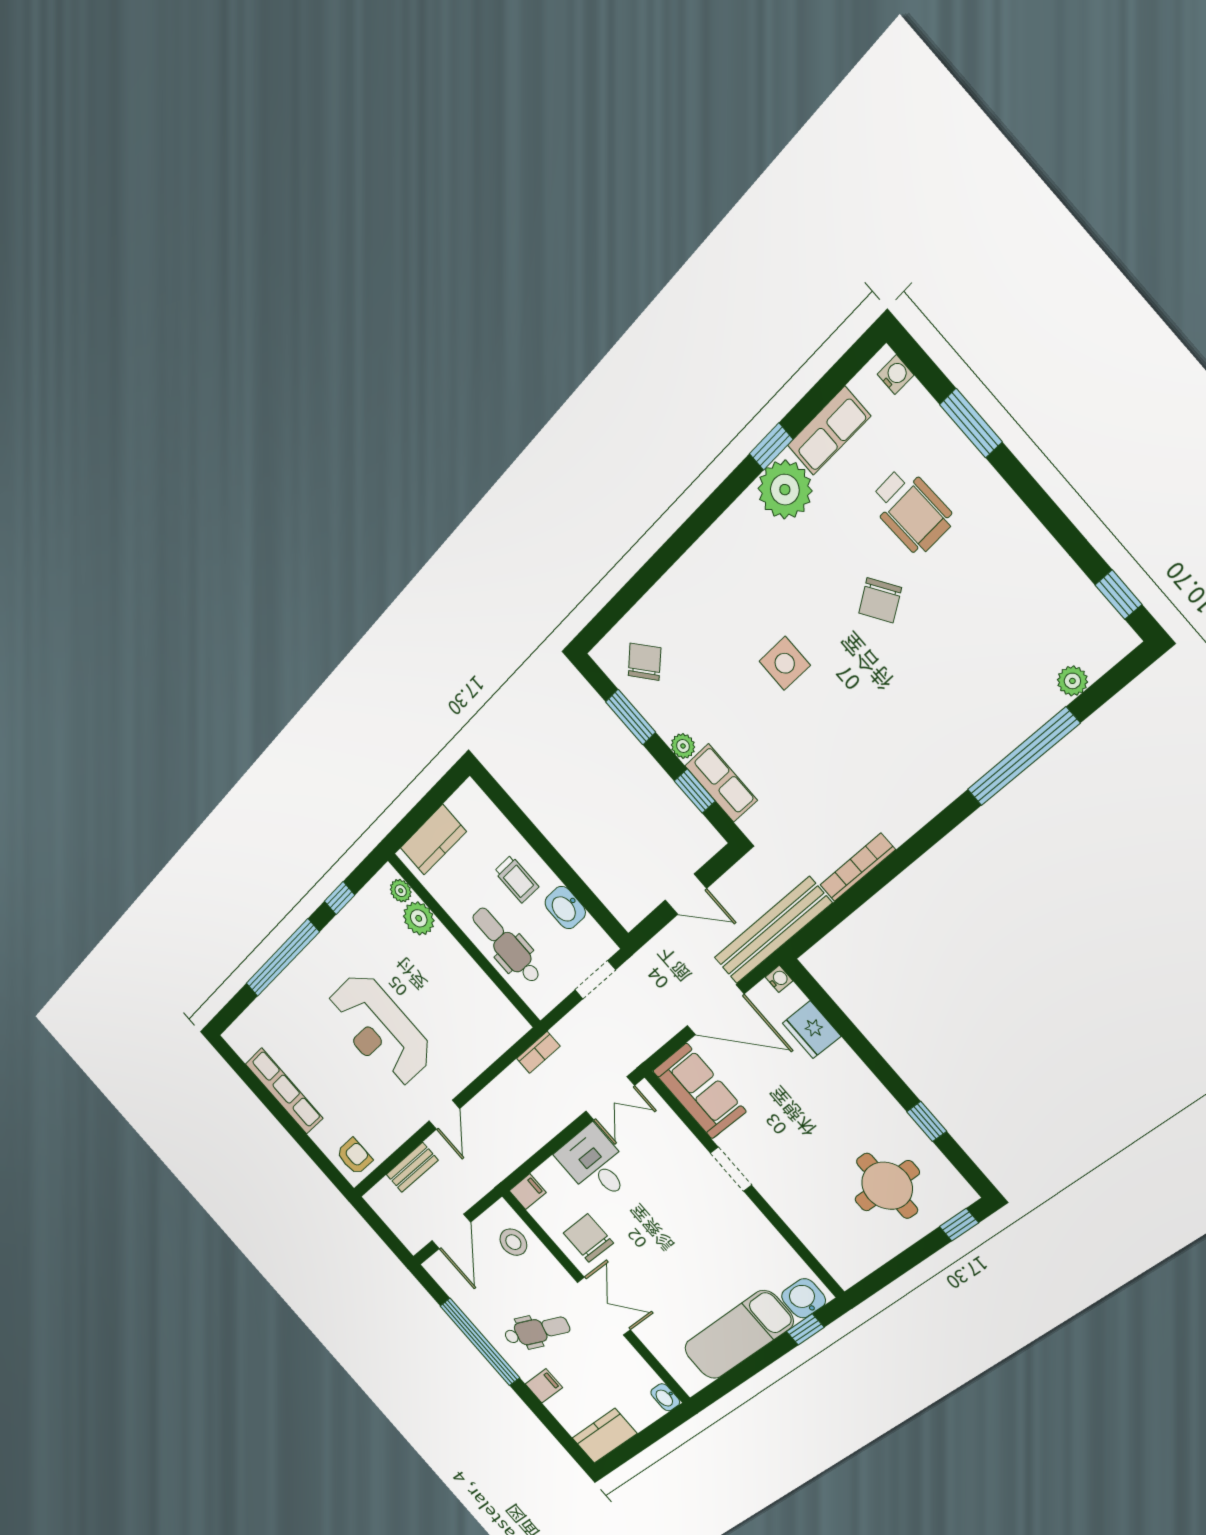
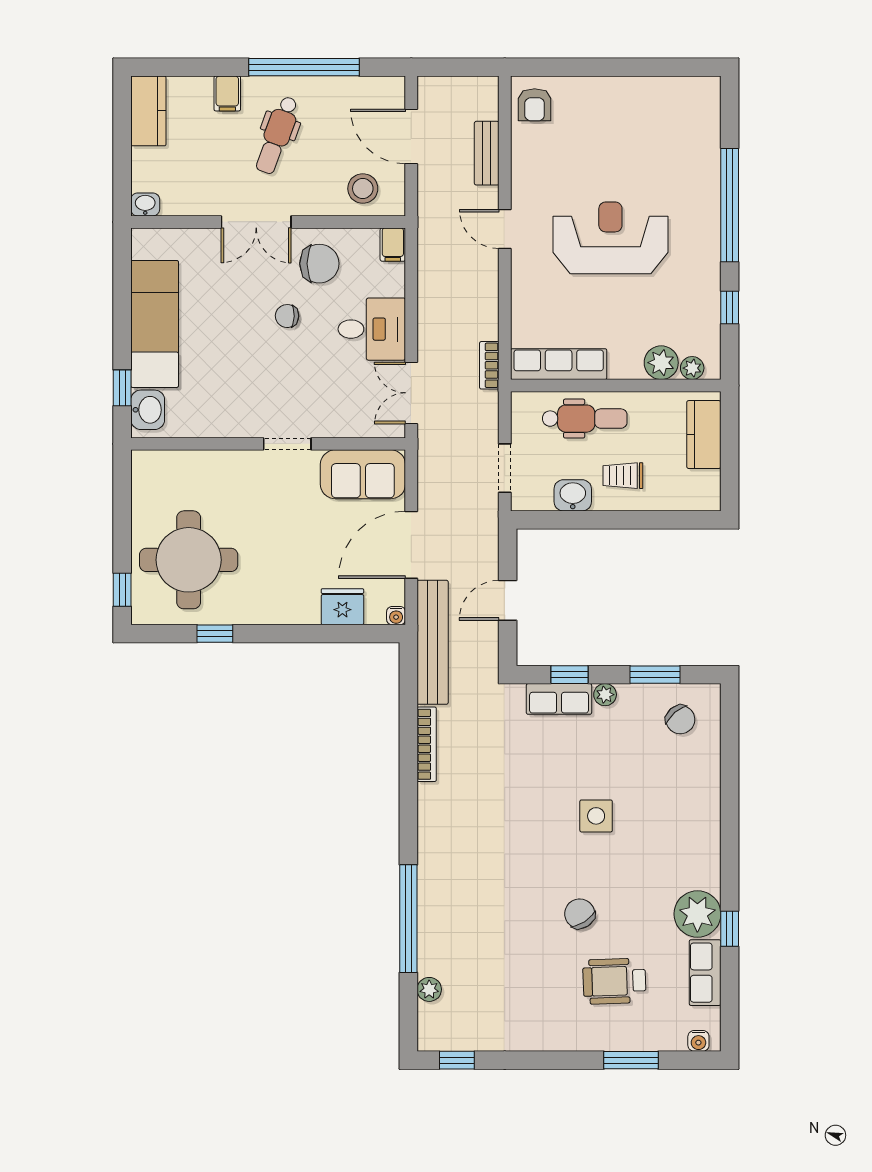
row of seats: (284, 1091) -> (559, 364), moved, turned 180
round table: (887, 1186) -> (189, 560), width x1.36, depth x1.36
chair: (644, 1236) -> (287, 316), added

